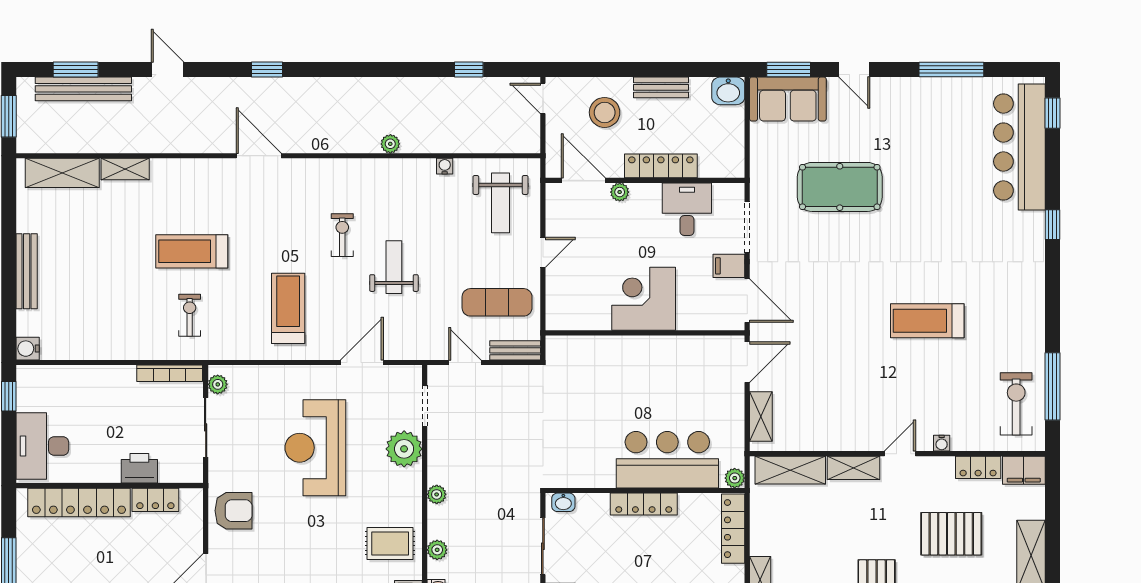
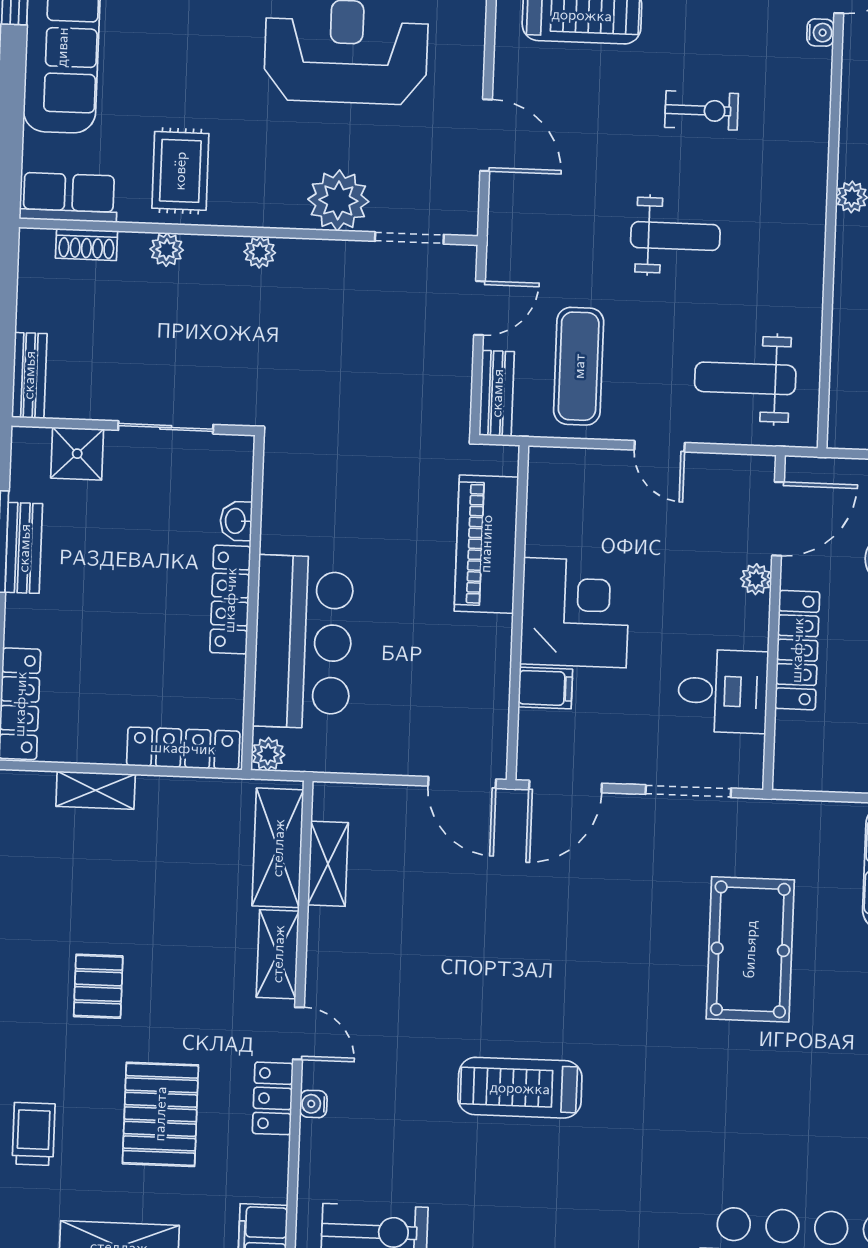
water cooler: (445, 166) -> (820, 33), moved
filing cabinet: (729, 266) -> (545, 688), moved, turned 90
weight bench: (394, 267) -> (675, 236), moved
treadmill: (927, 321) -> (520, 1088), turned -90
piano: (605, 353) -> (486, 544), added
shelving: (761, 416) -> (328, 864), moved, turned 90
locker: (978, 467) -> (273, 1098), moved
washbasin: (563, 502) -> (236, 521), moved

